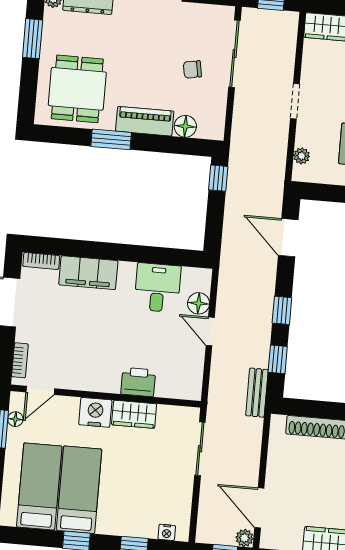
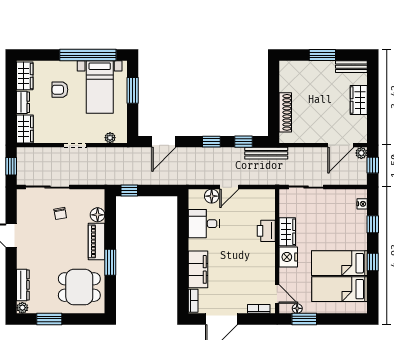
bench: (257, 393) -> (266, 153), width x1.36

